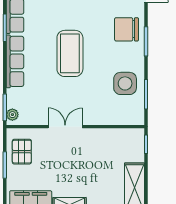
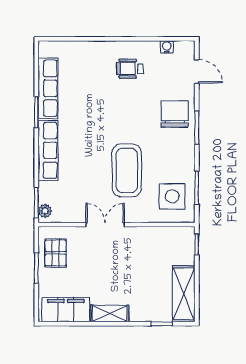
chair: (126, 29) -> (175, 114), turned 90
coffee table: (70, 53) -> (127, 170), moved
side table: (125, 83) -> (172, 196), moved

